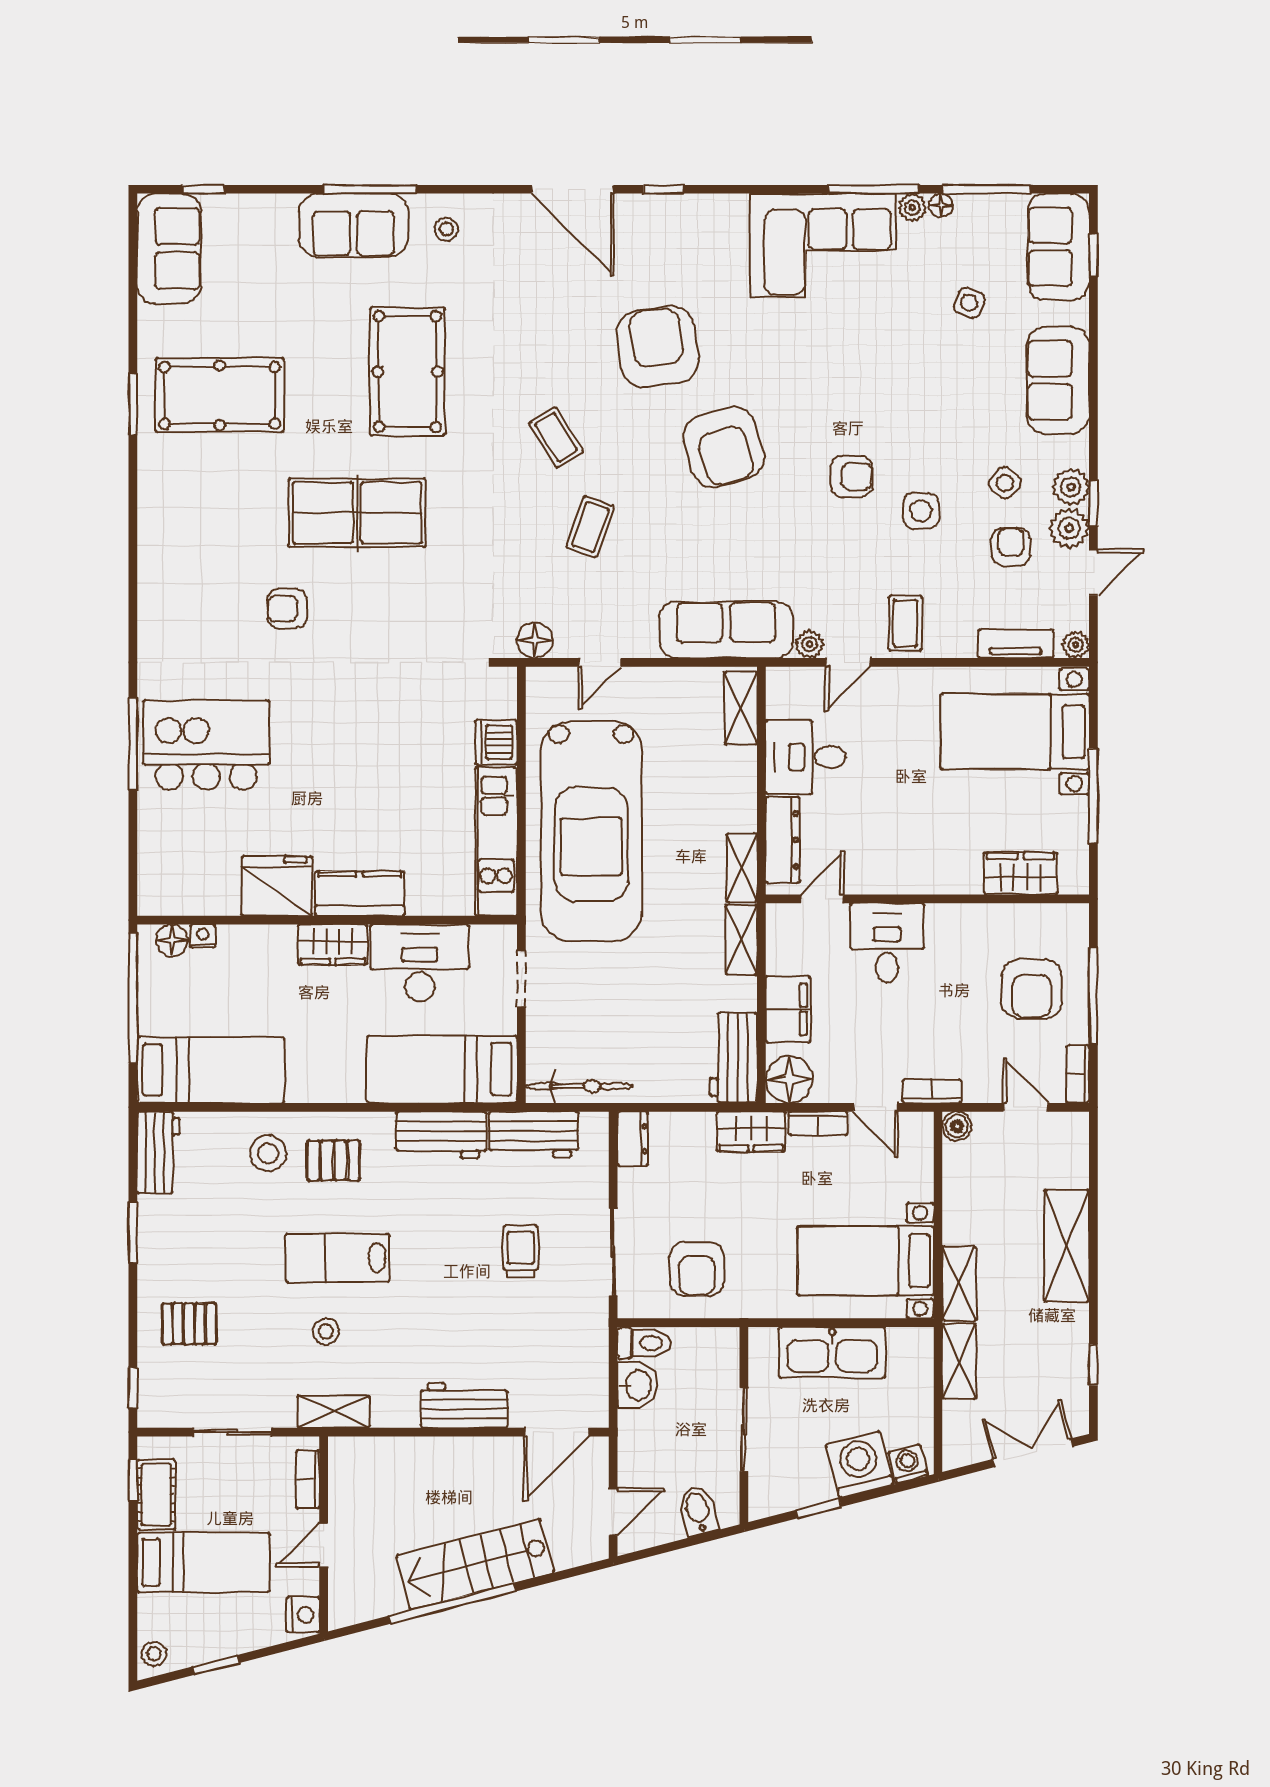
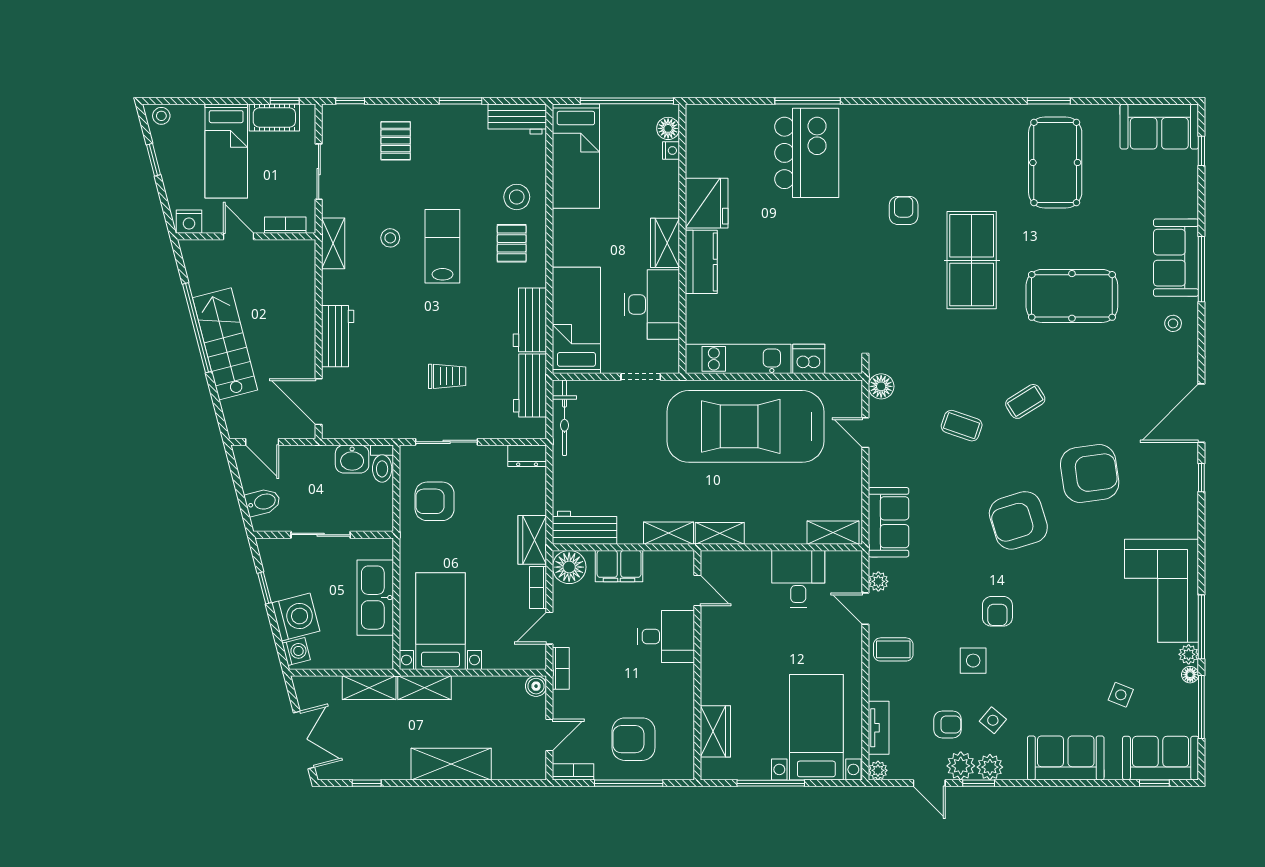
sofa: (726, 630) -> (889, 522), width x0.73
dresser: (783, 840) -> (739, 562), removed

